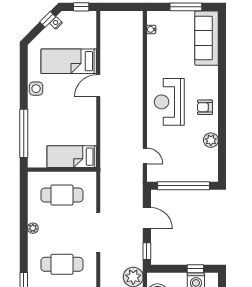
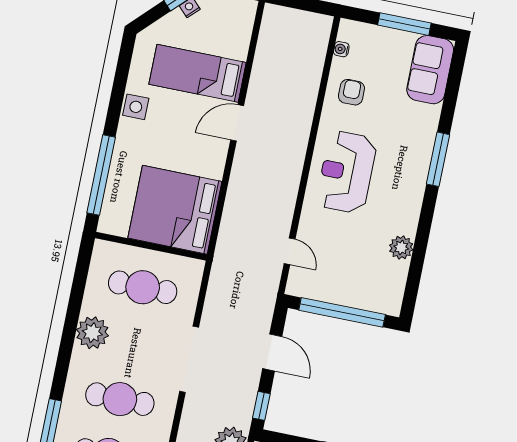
sofa: (207, 38) -> (430, 70), width x0.73
window: (222, 83) -> (438, 159), added
armchair: (205, 107) -> (351, 92), moved, turned 90
bed: (72, 157) -> (175, 210), width x2.04
plant: (33, 228) -> (92, 333), width x1.88, depth x1.88

